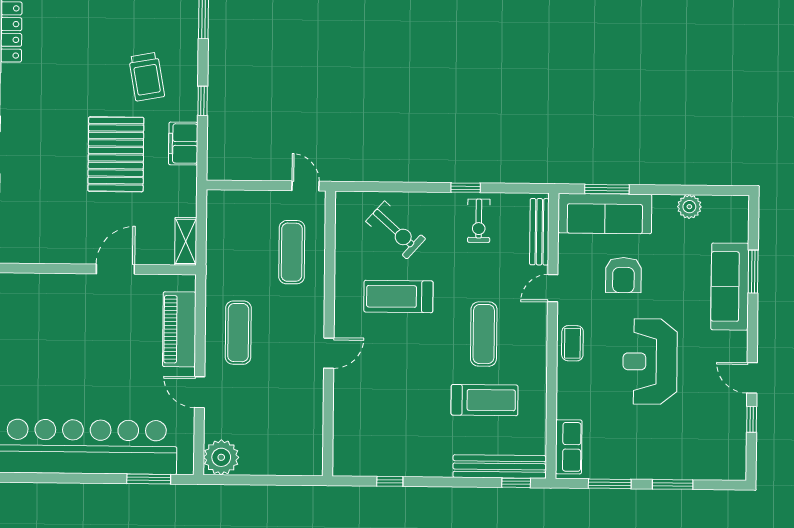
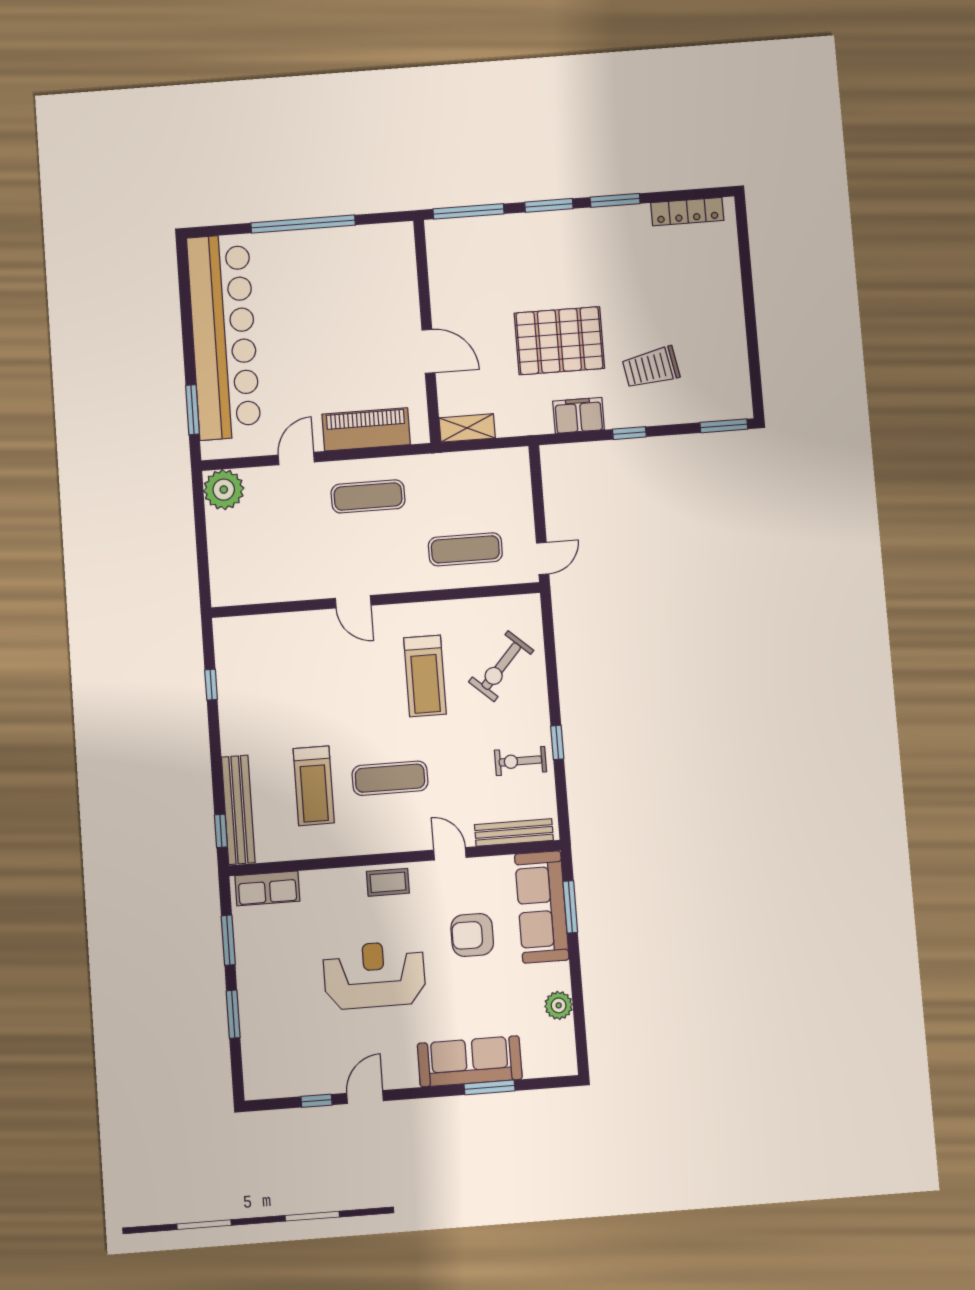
treadmill: (398, 296) -> (425, 676), turned 180

